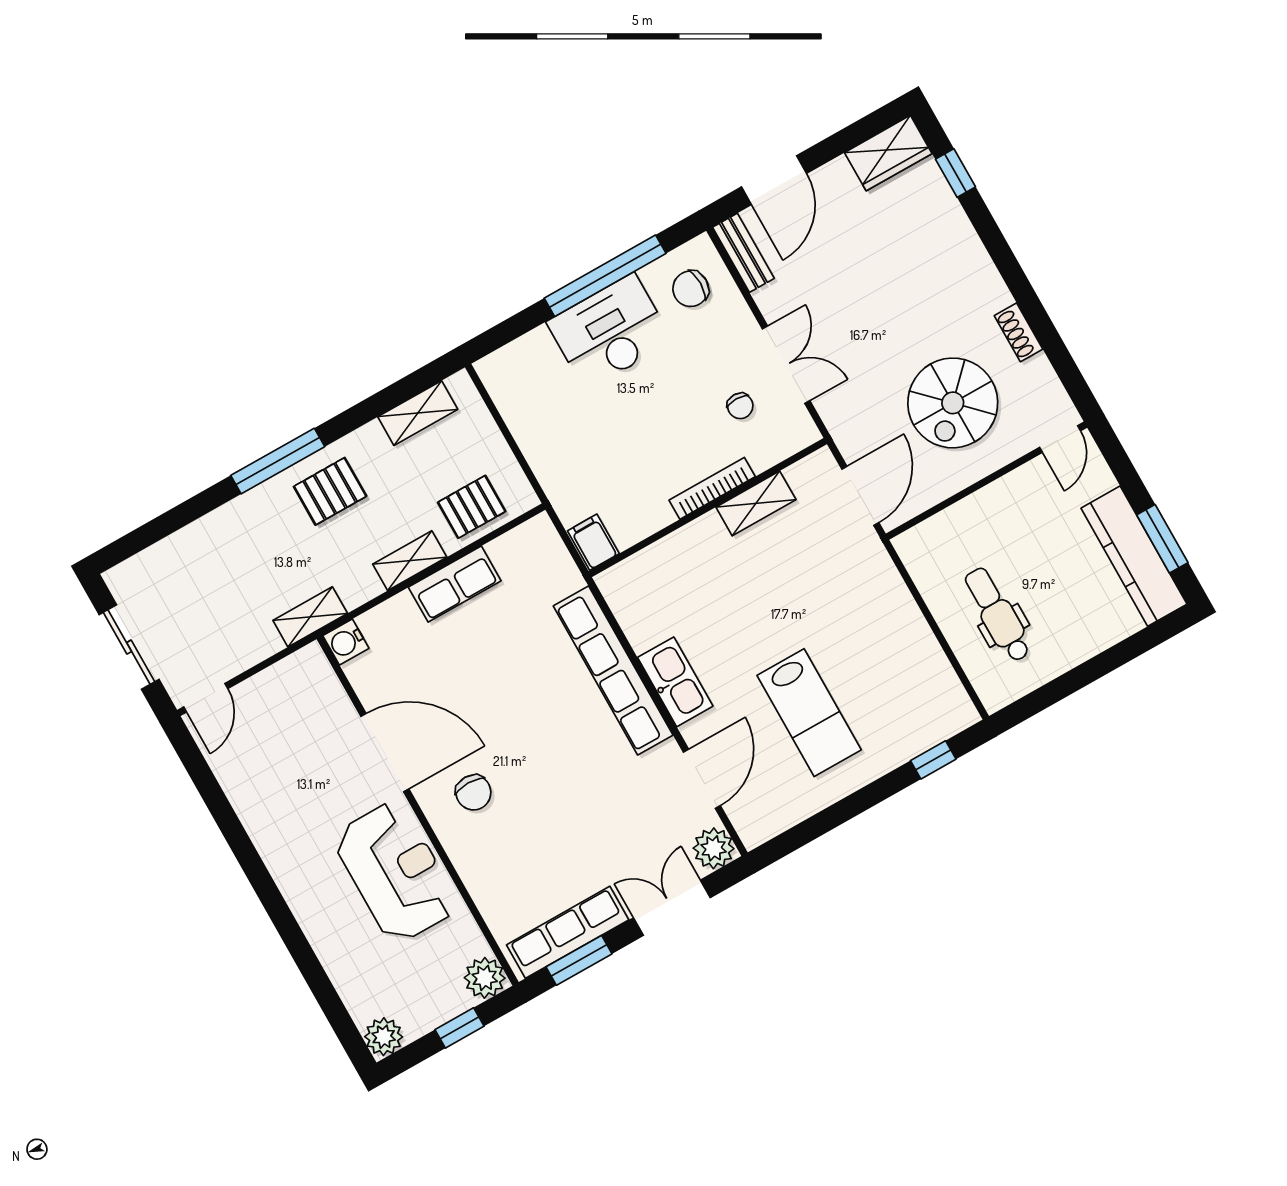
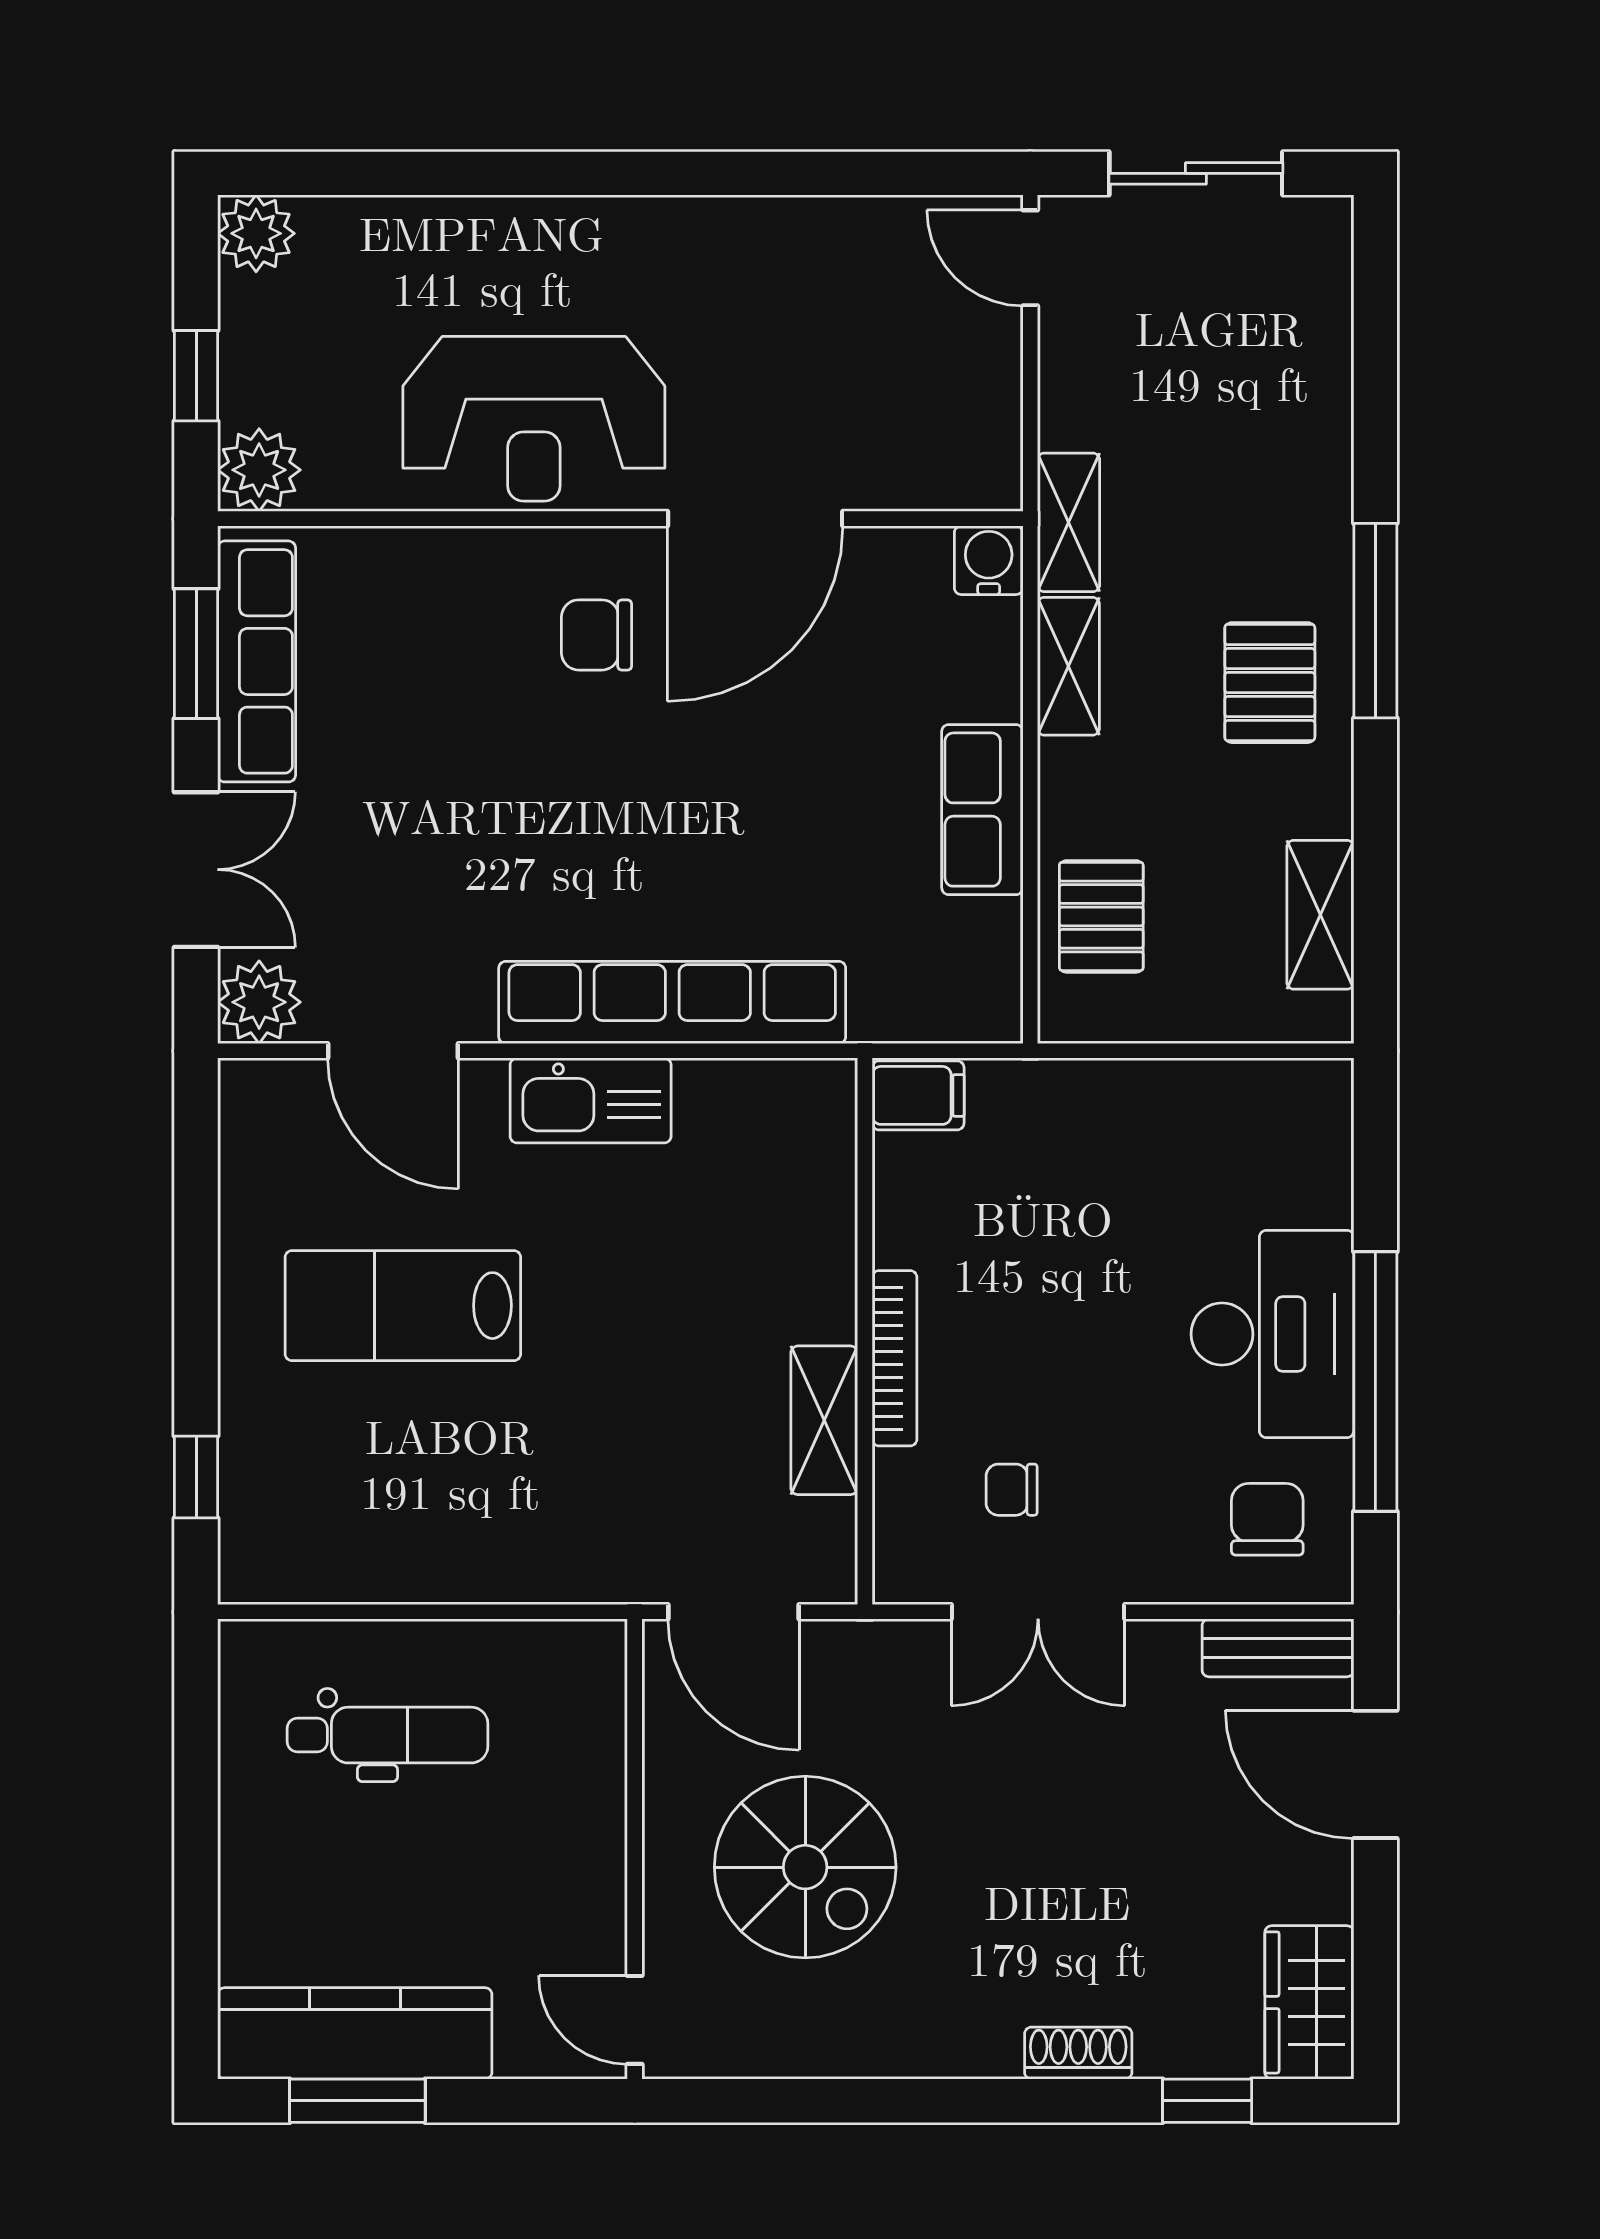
shoe rack: (1018, 332) -> (1078, 2053), moved
spiral stairs: (953, 403) -> (805, 1867), turned 180
shelving: (410, 561) -> (1068, 666), moved

